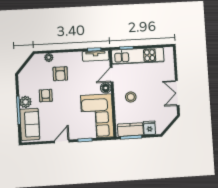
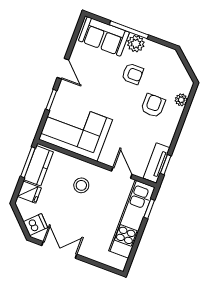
armchair: (60, 74) -> (153, 106), turned 90
floor lamp: (106, 88) -> (108, 157), removed
dishwasher: (168, 115) -> (35, 225), added

